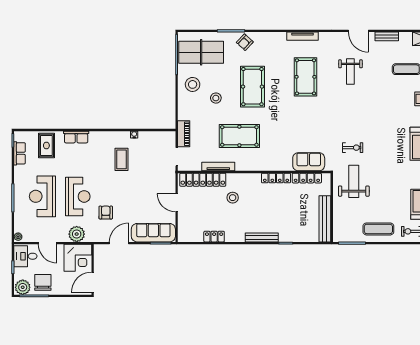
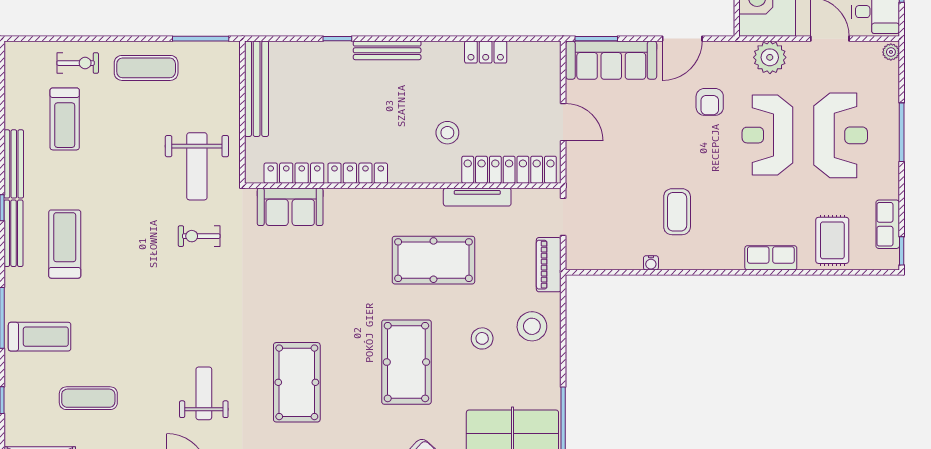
stool: (193, 84) -> (532, 326), moved

